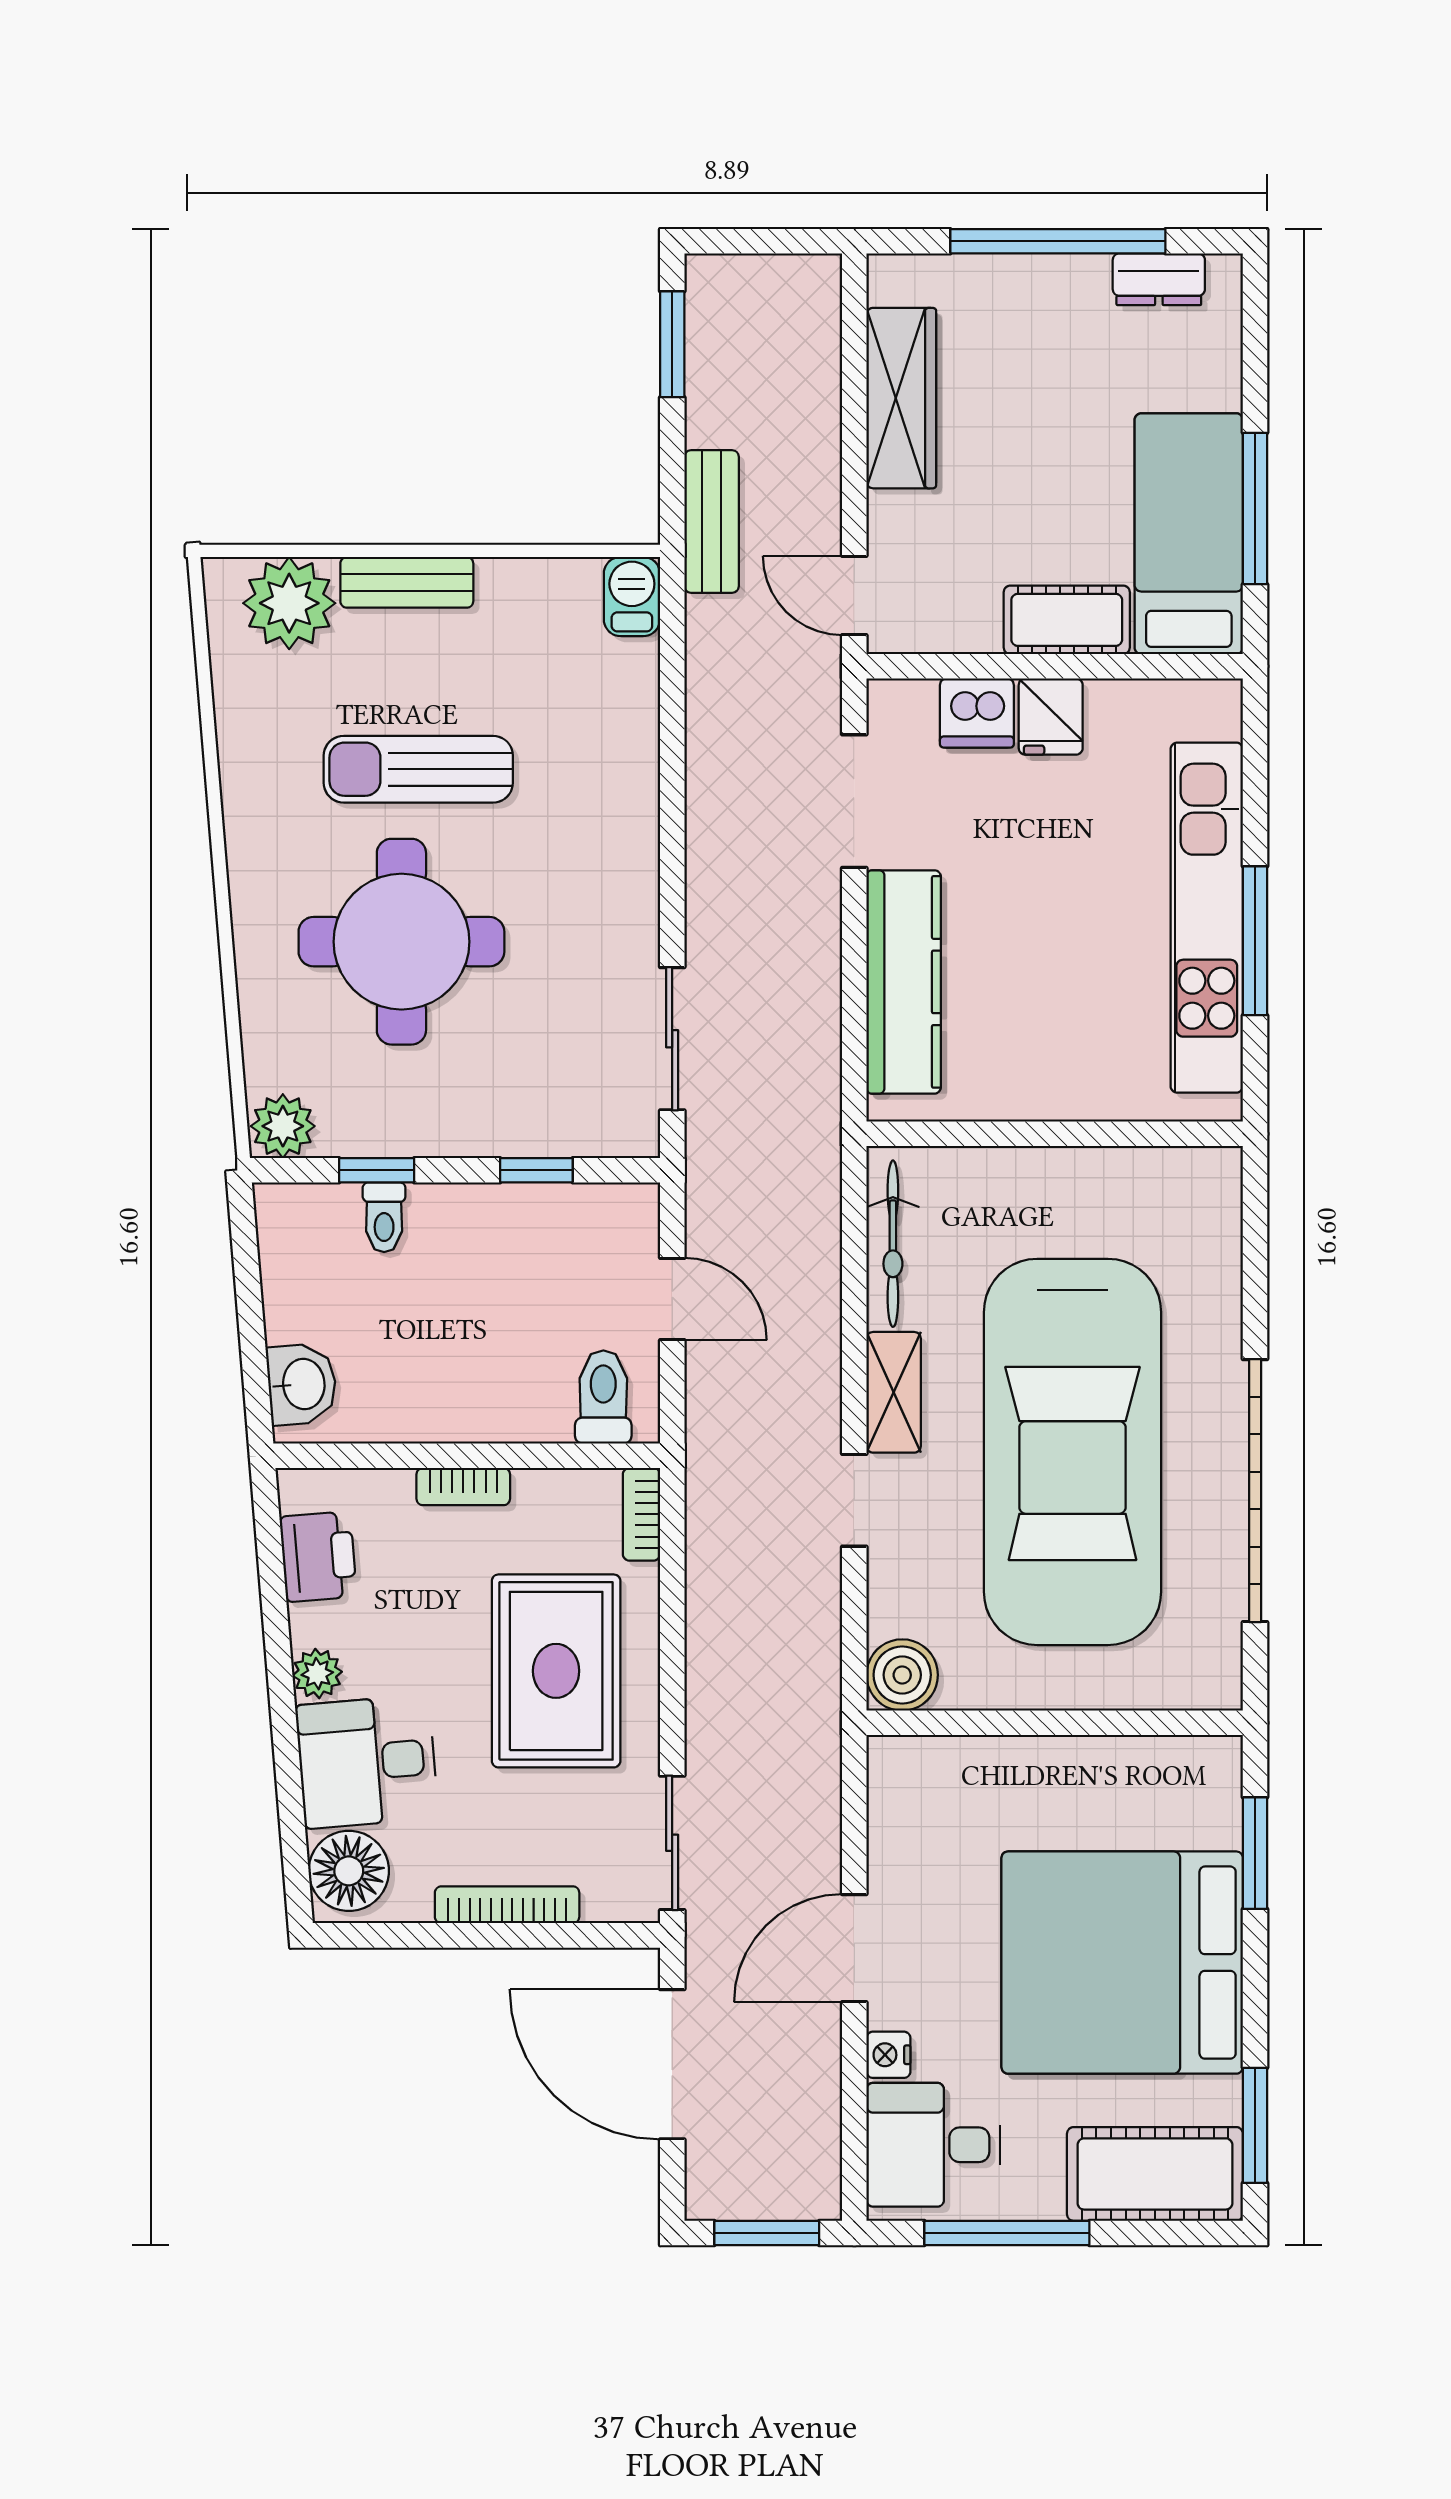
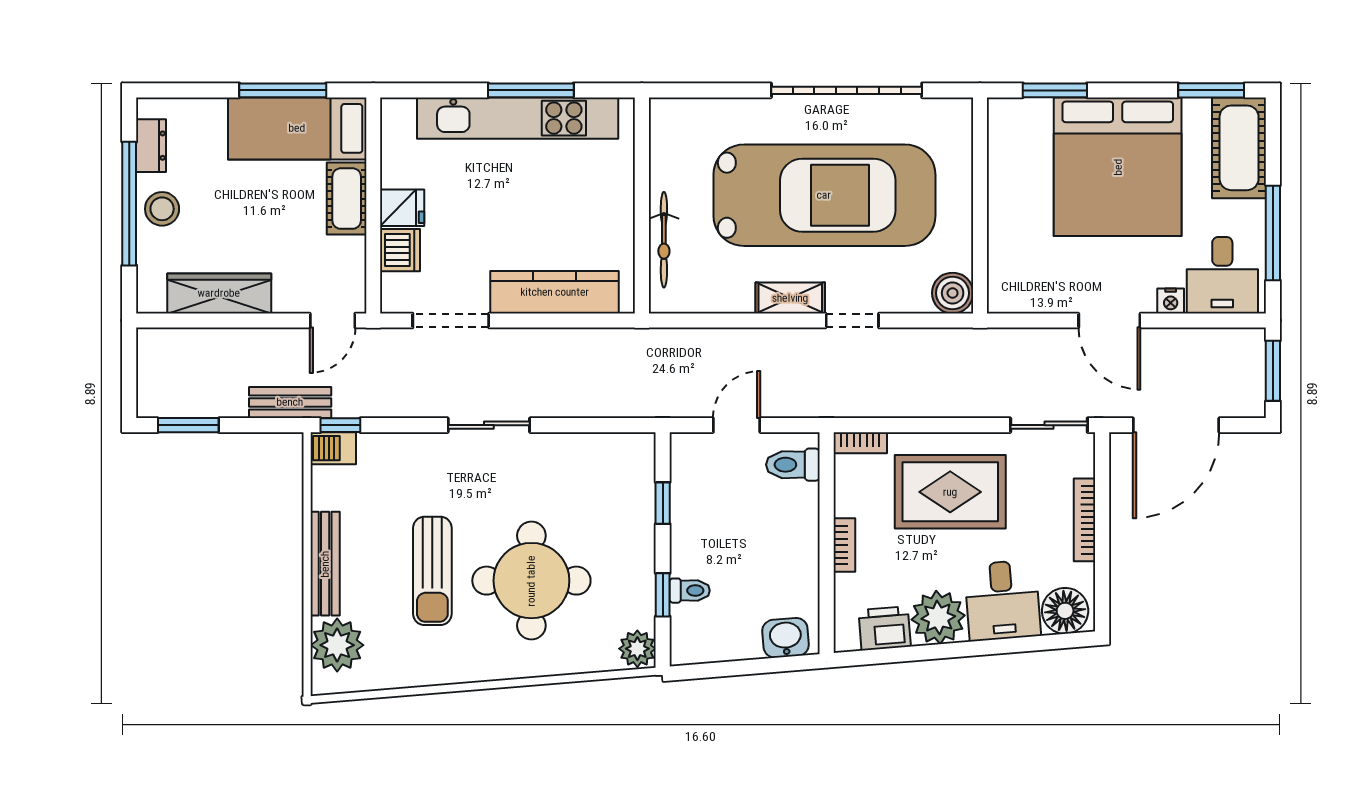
stool: (1049, 298) -> (162, 209), added
bench: (407, 582) -> (325, 564), width x1.36
window: (672, 609) -> (340, 425), added
sliding door: (672, 1039) -> (489, 425), moved
bicycle: (893, 1244) -> (664, 240), moved, turned 90
plant: (317, 1674) -> (938, 617), width x1.88, depth x1.88

